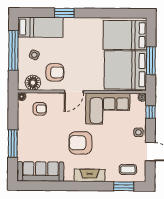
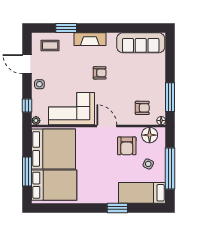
window: (151, 61) -> (27, 172), moved
armchair: (55, 72) -> (127, 146), turned -90
door: (74, 92) -> (107, 126), hinge flipped
armchair: (40, 109) -> (142, 108), turned 180
armchair: (80, 143) -> (100, 73), width x0.53, depth x0.53
window: (13, 144) -> (170, 97), moved
window: (124, 186) -> (66, 28), moved

